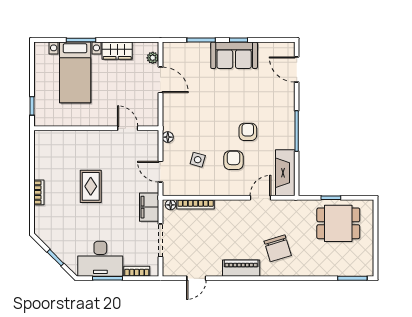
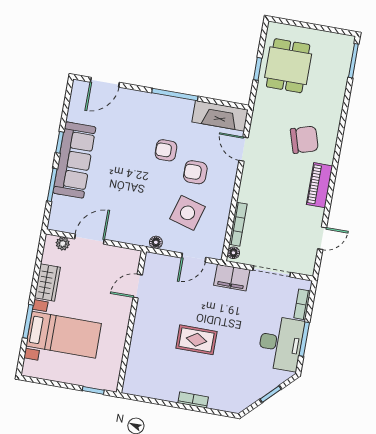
sofa: (234, 55) -> (74, 160), width x1.36
side table: (198, 160) -> (188, 213), width x1.87, depth x1.87
door: (196, 278) -> (322, 238), hinge flipped

